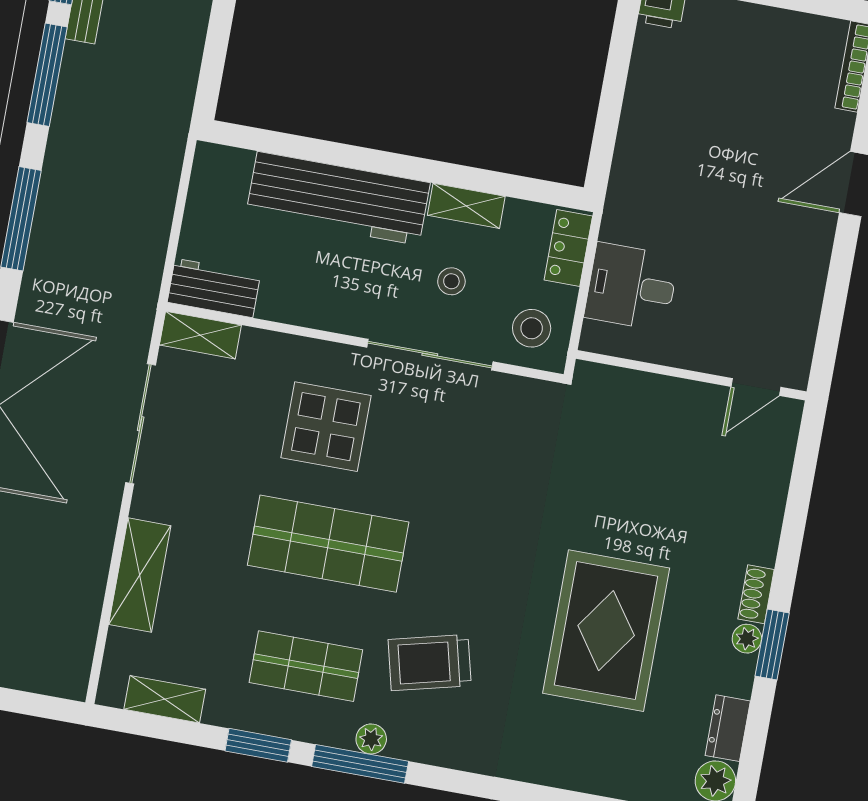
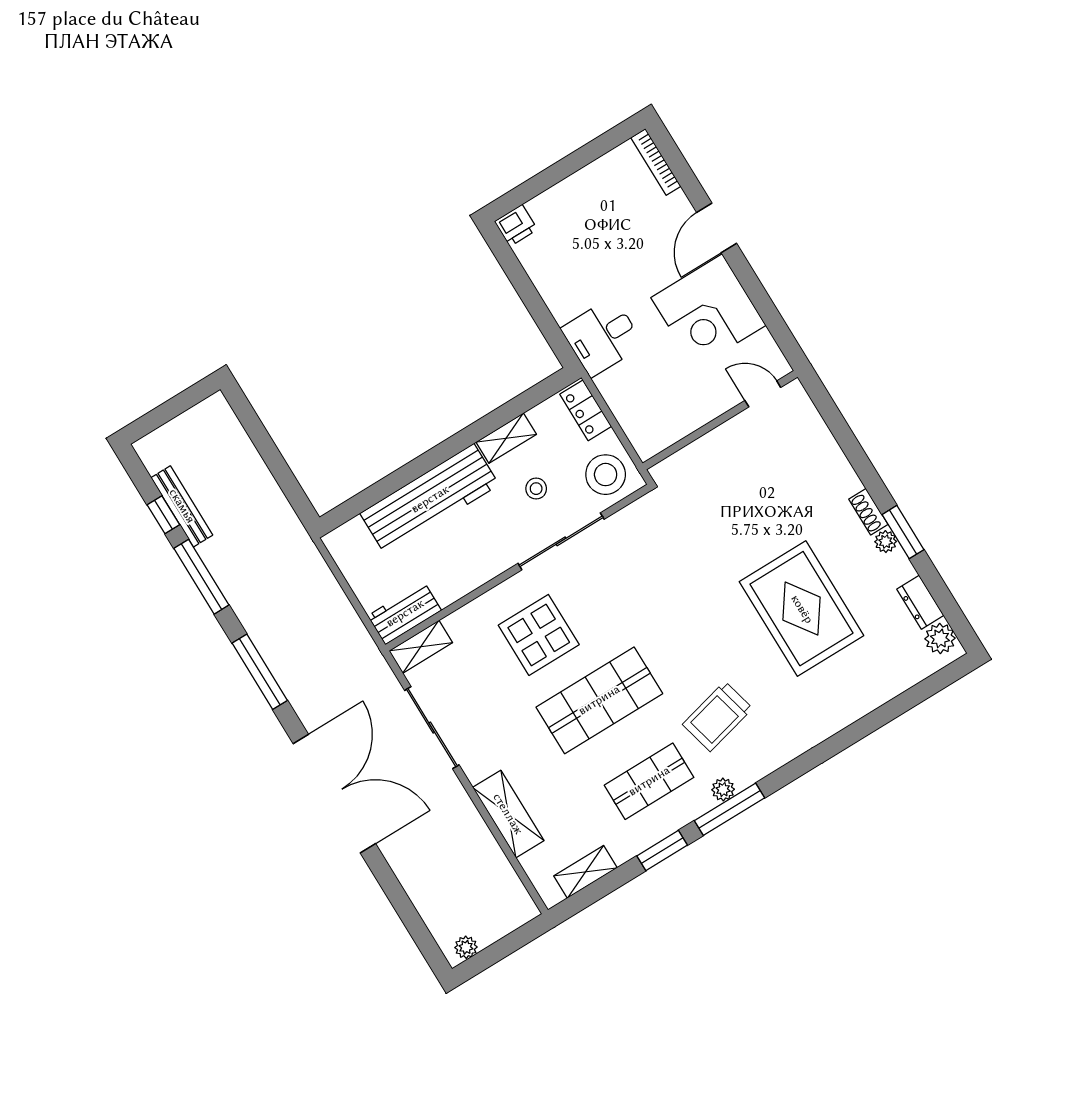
corner desk: (775, 259) -> (708, 311), added
desk: (631, 287) -> (602, 337), moved
stool: (532, 328) -> (606, 475), width x1.38, depth x1.38
door: (756, 387) -> (763, 394), swing flipped

